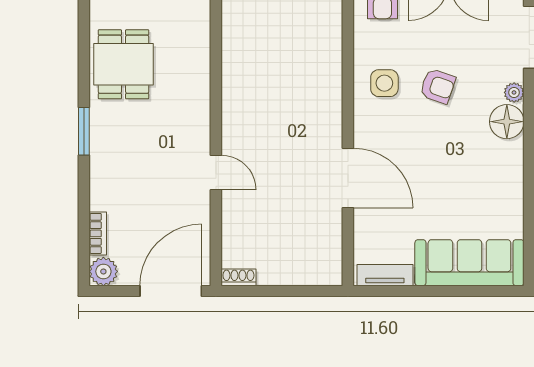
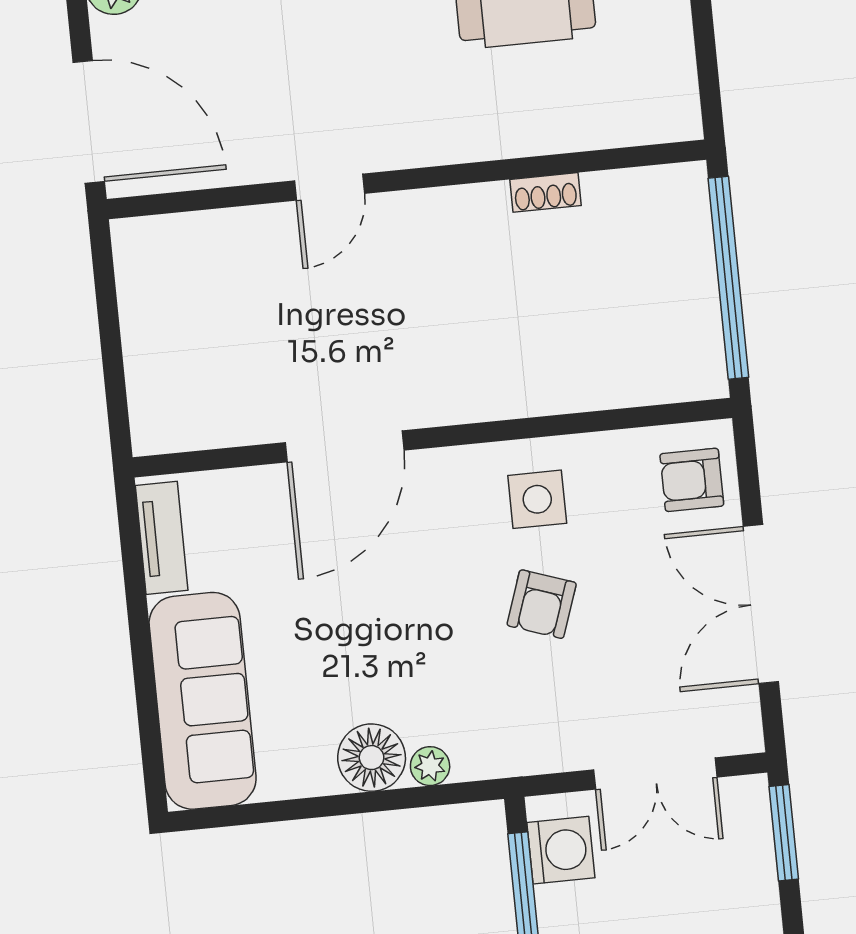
plant: (514, 92) -> (430, 766), moved
floor lamp: (507, 122) -> (372, 758), moved
shoe rack: (238, 277) -> (545, 192), moved, turned 90

